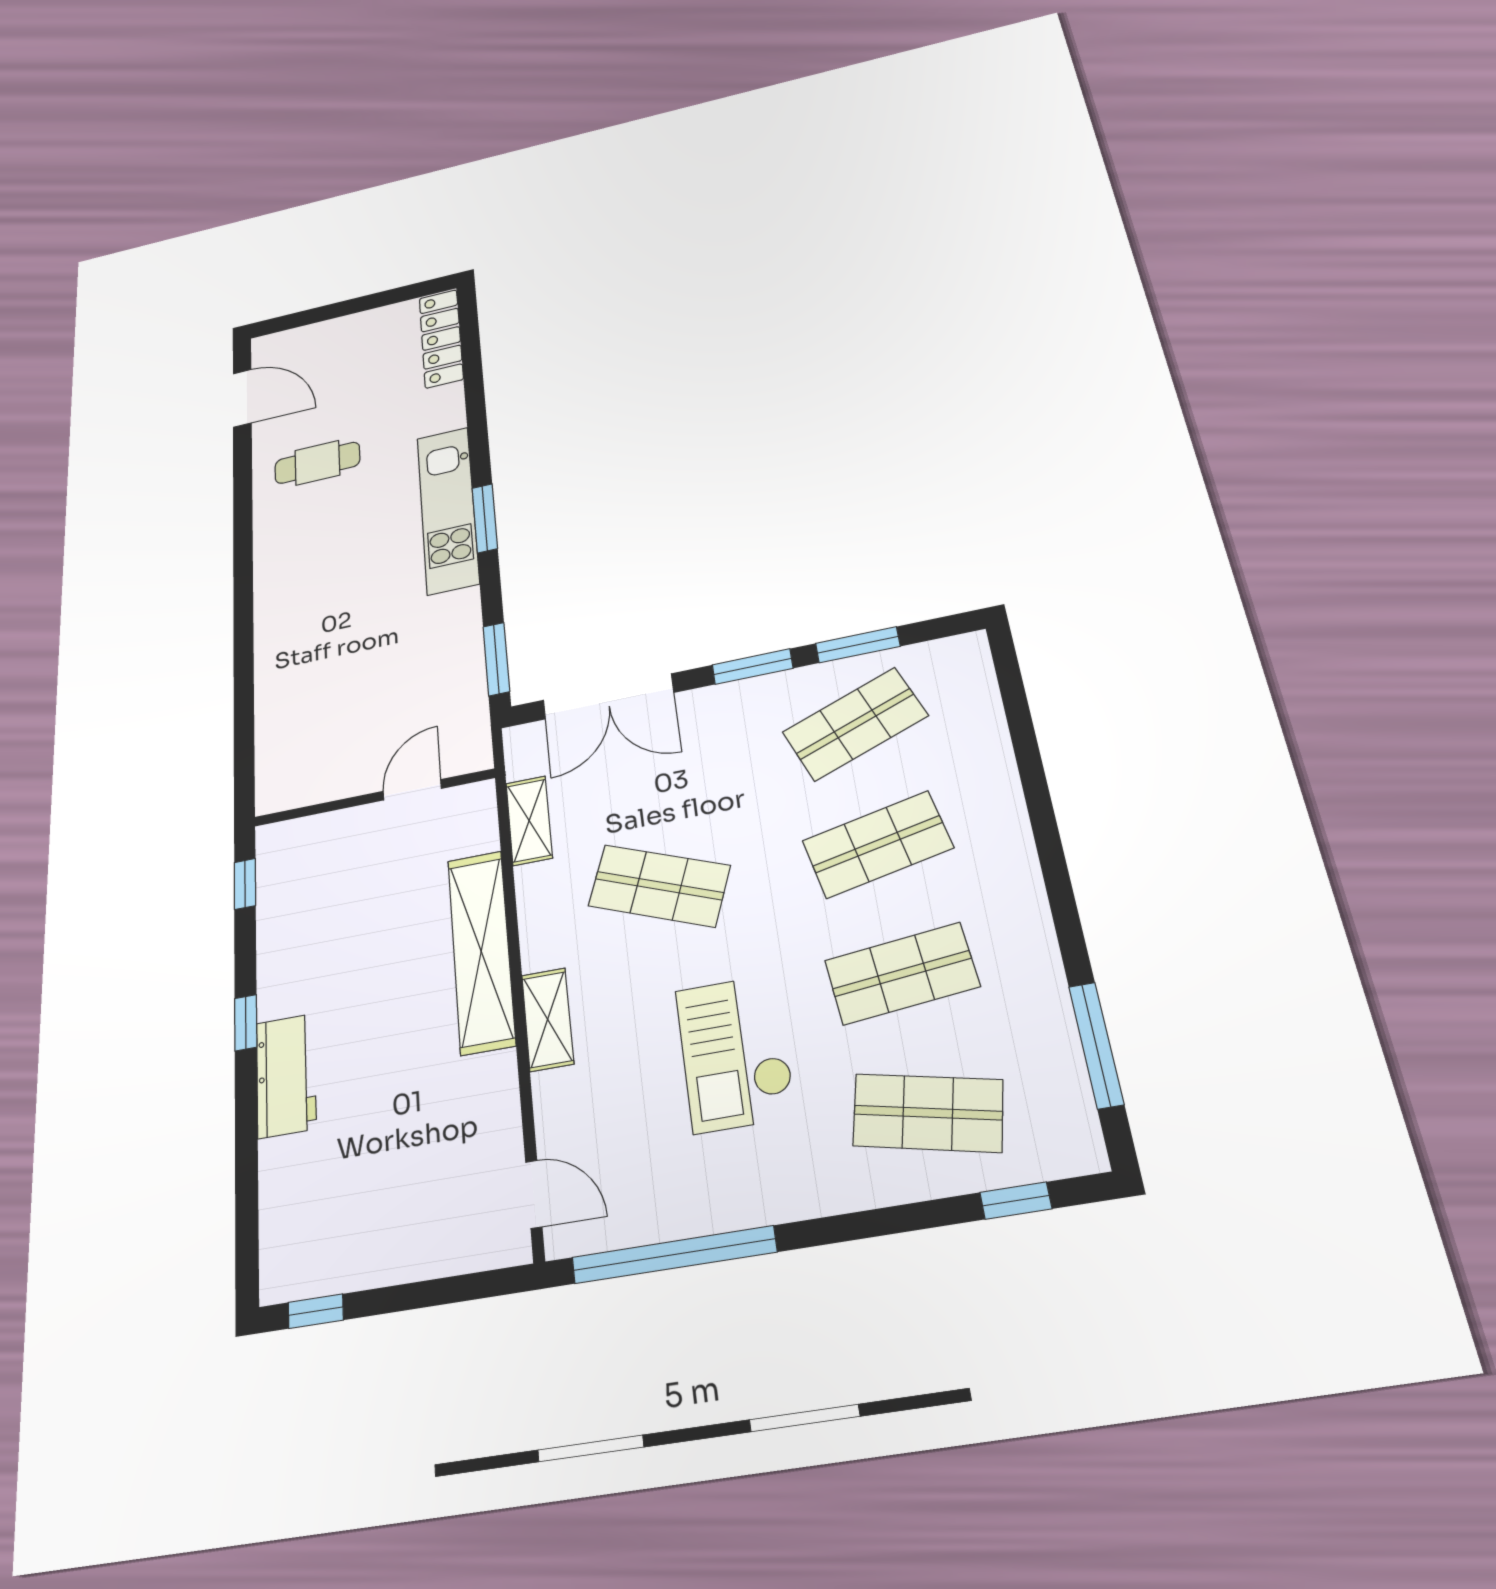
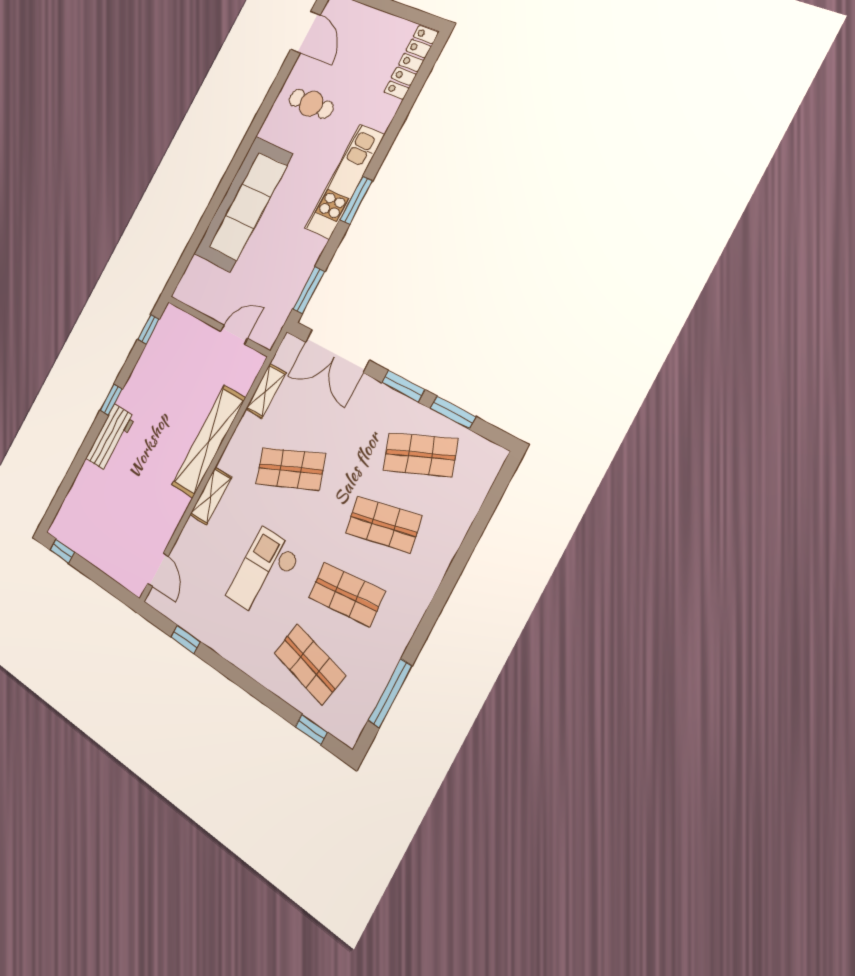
sofa: (295, 632) -> (243, 204), added
shop shelf: (659, 886) -> (291, 469), turned -42
window: (674, 1255) -> (186, 639), width x0.32

